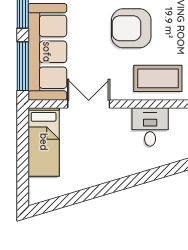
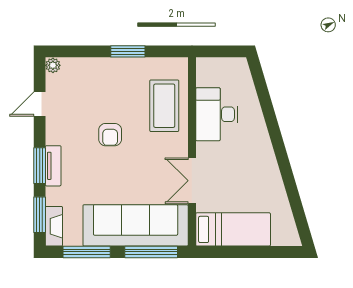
armchair: (131, 28) -> (110, 135), width x0.53, depth x0.53
desk: (150, 127) -> (217, 114), width x1.37

